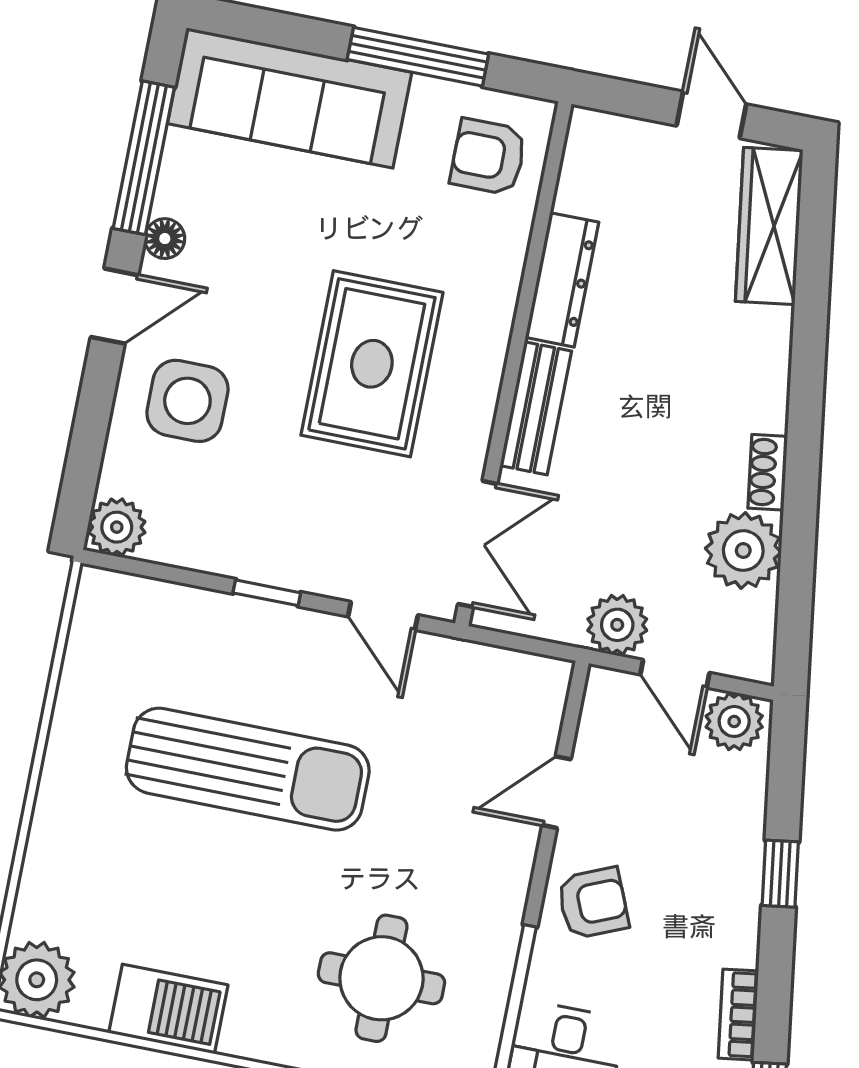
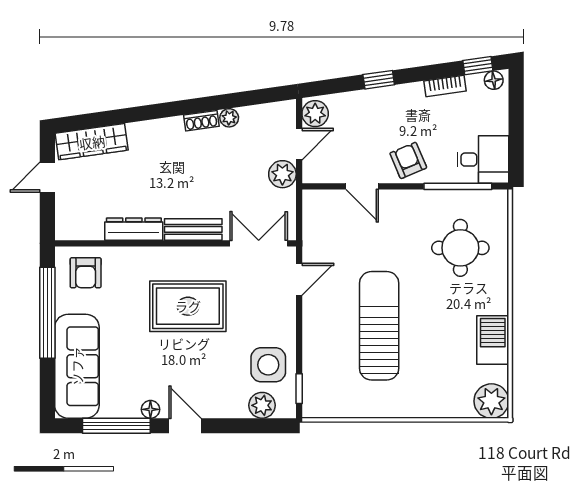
window: (418, 57) -> (47, 313), width x1.46
side table: (187, 401) -> (268, 365), moved
plant: (117, 527) -> (262, 405), moved
plant: (743, 551) -> (229, 118), width x0.53, depth x0.53
window: (267, 593) -> (299, 389), moved

